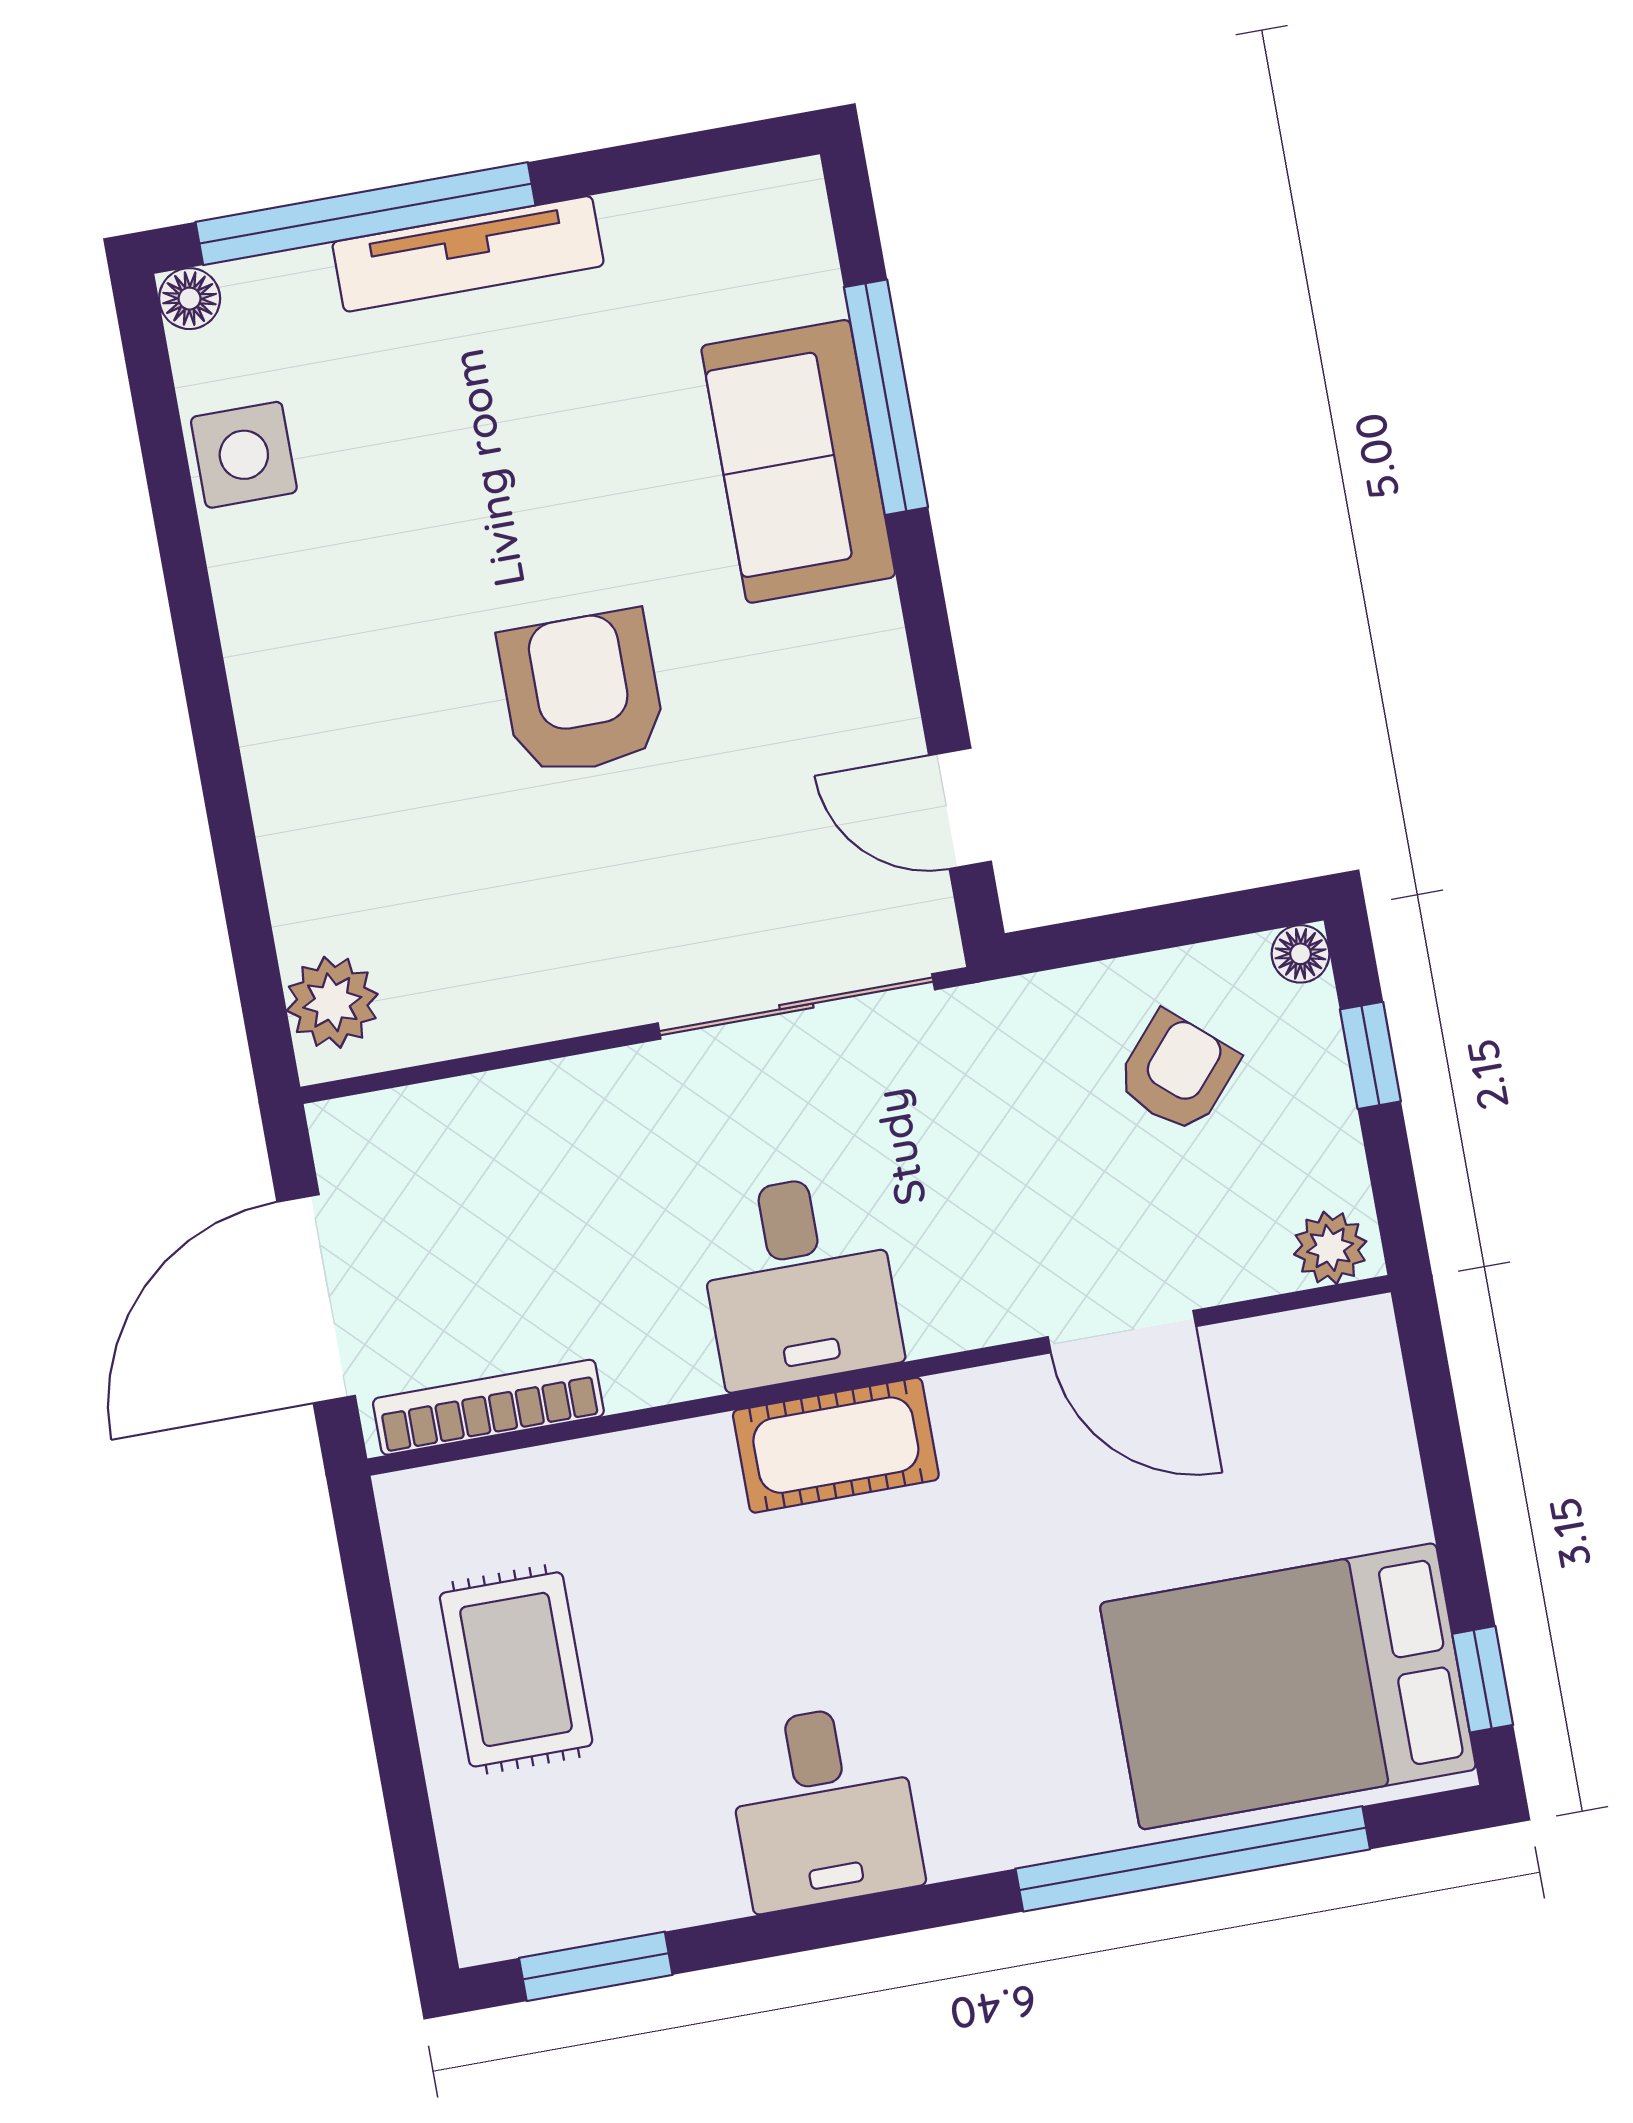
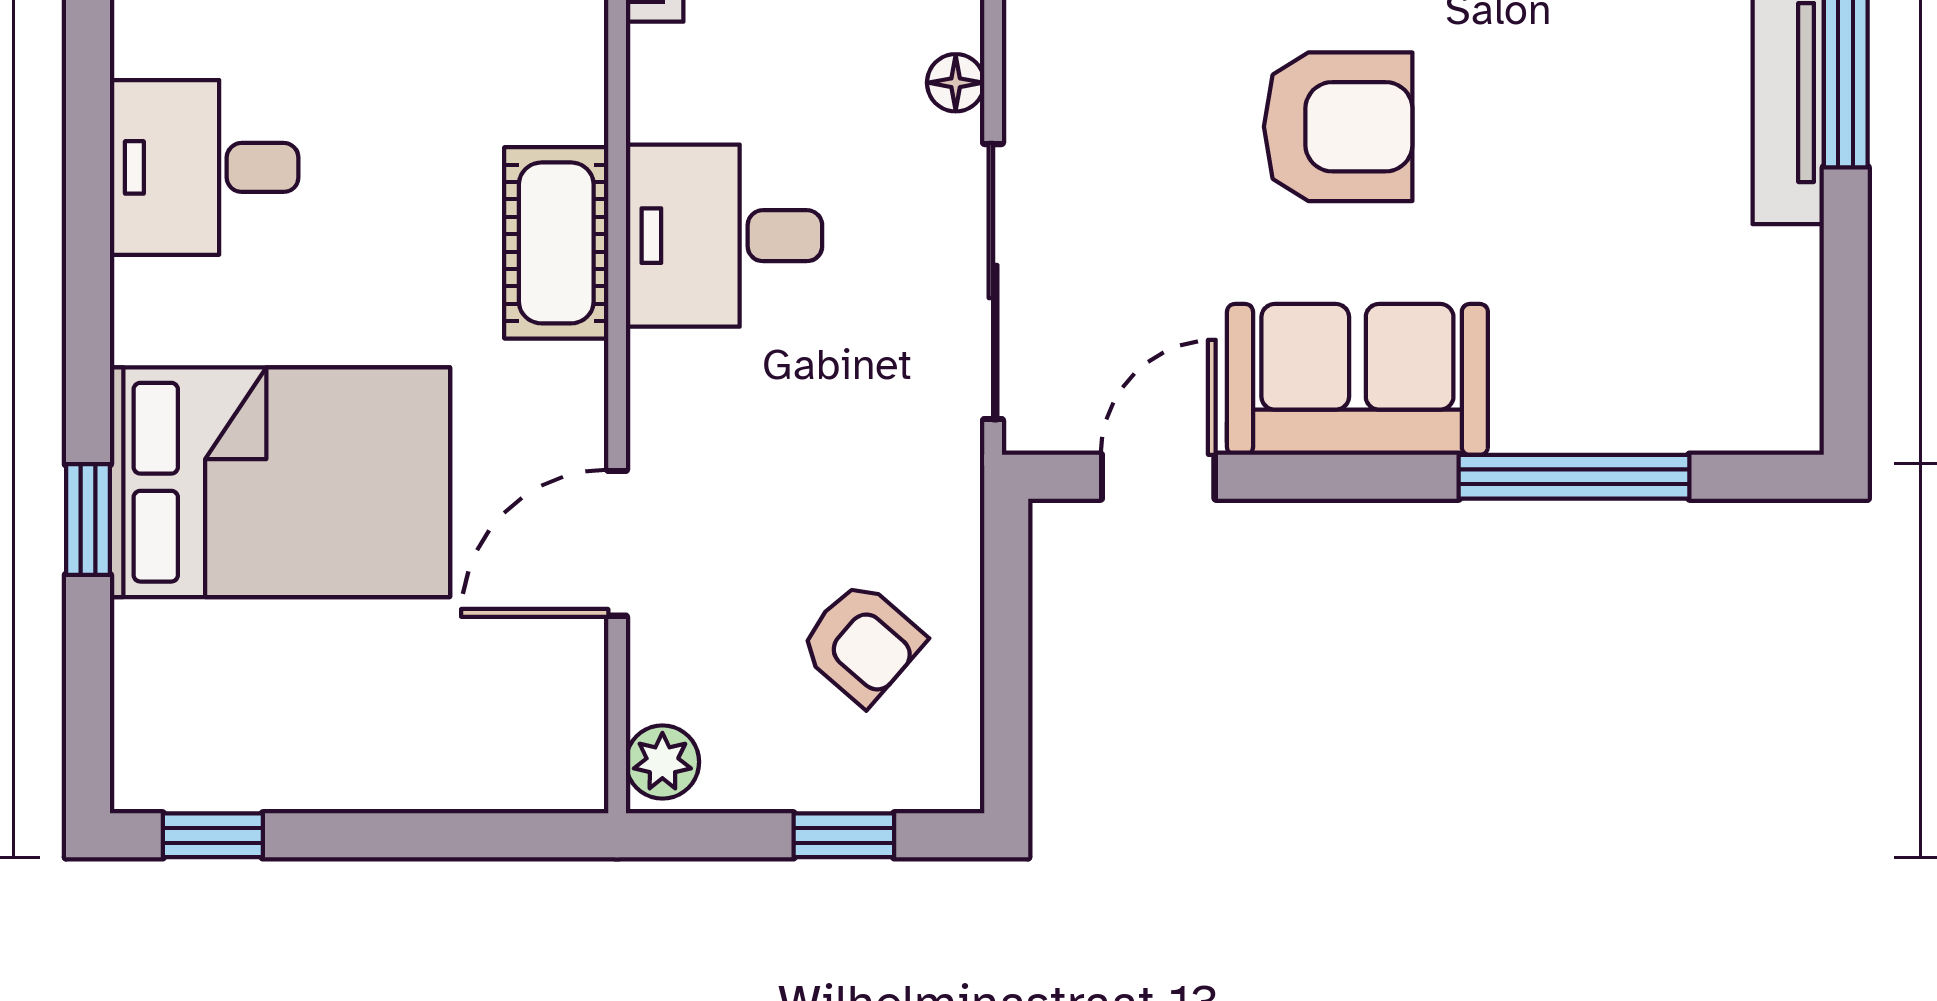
sofa: (798, 461) -> (1357, 379), moved
floor lamp: (1300, 954) -> (956, 83), moved
bed: (1288, 1686) -> (280, 482), moved, turned 90
window: (1193, 1859) -> (88, 520), width x0.32

